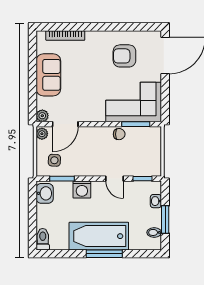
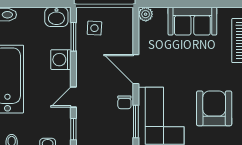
armchair: (124, 56) -> (214, 108), width x1.36, depth x1.36
door: (65, 124) -> (136, 69), moved
plant: (42, 134) -> (125, 14), removed

